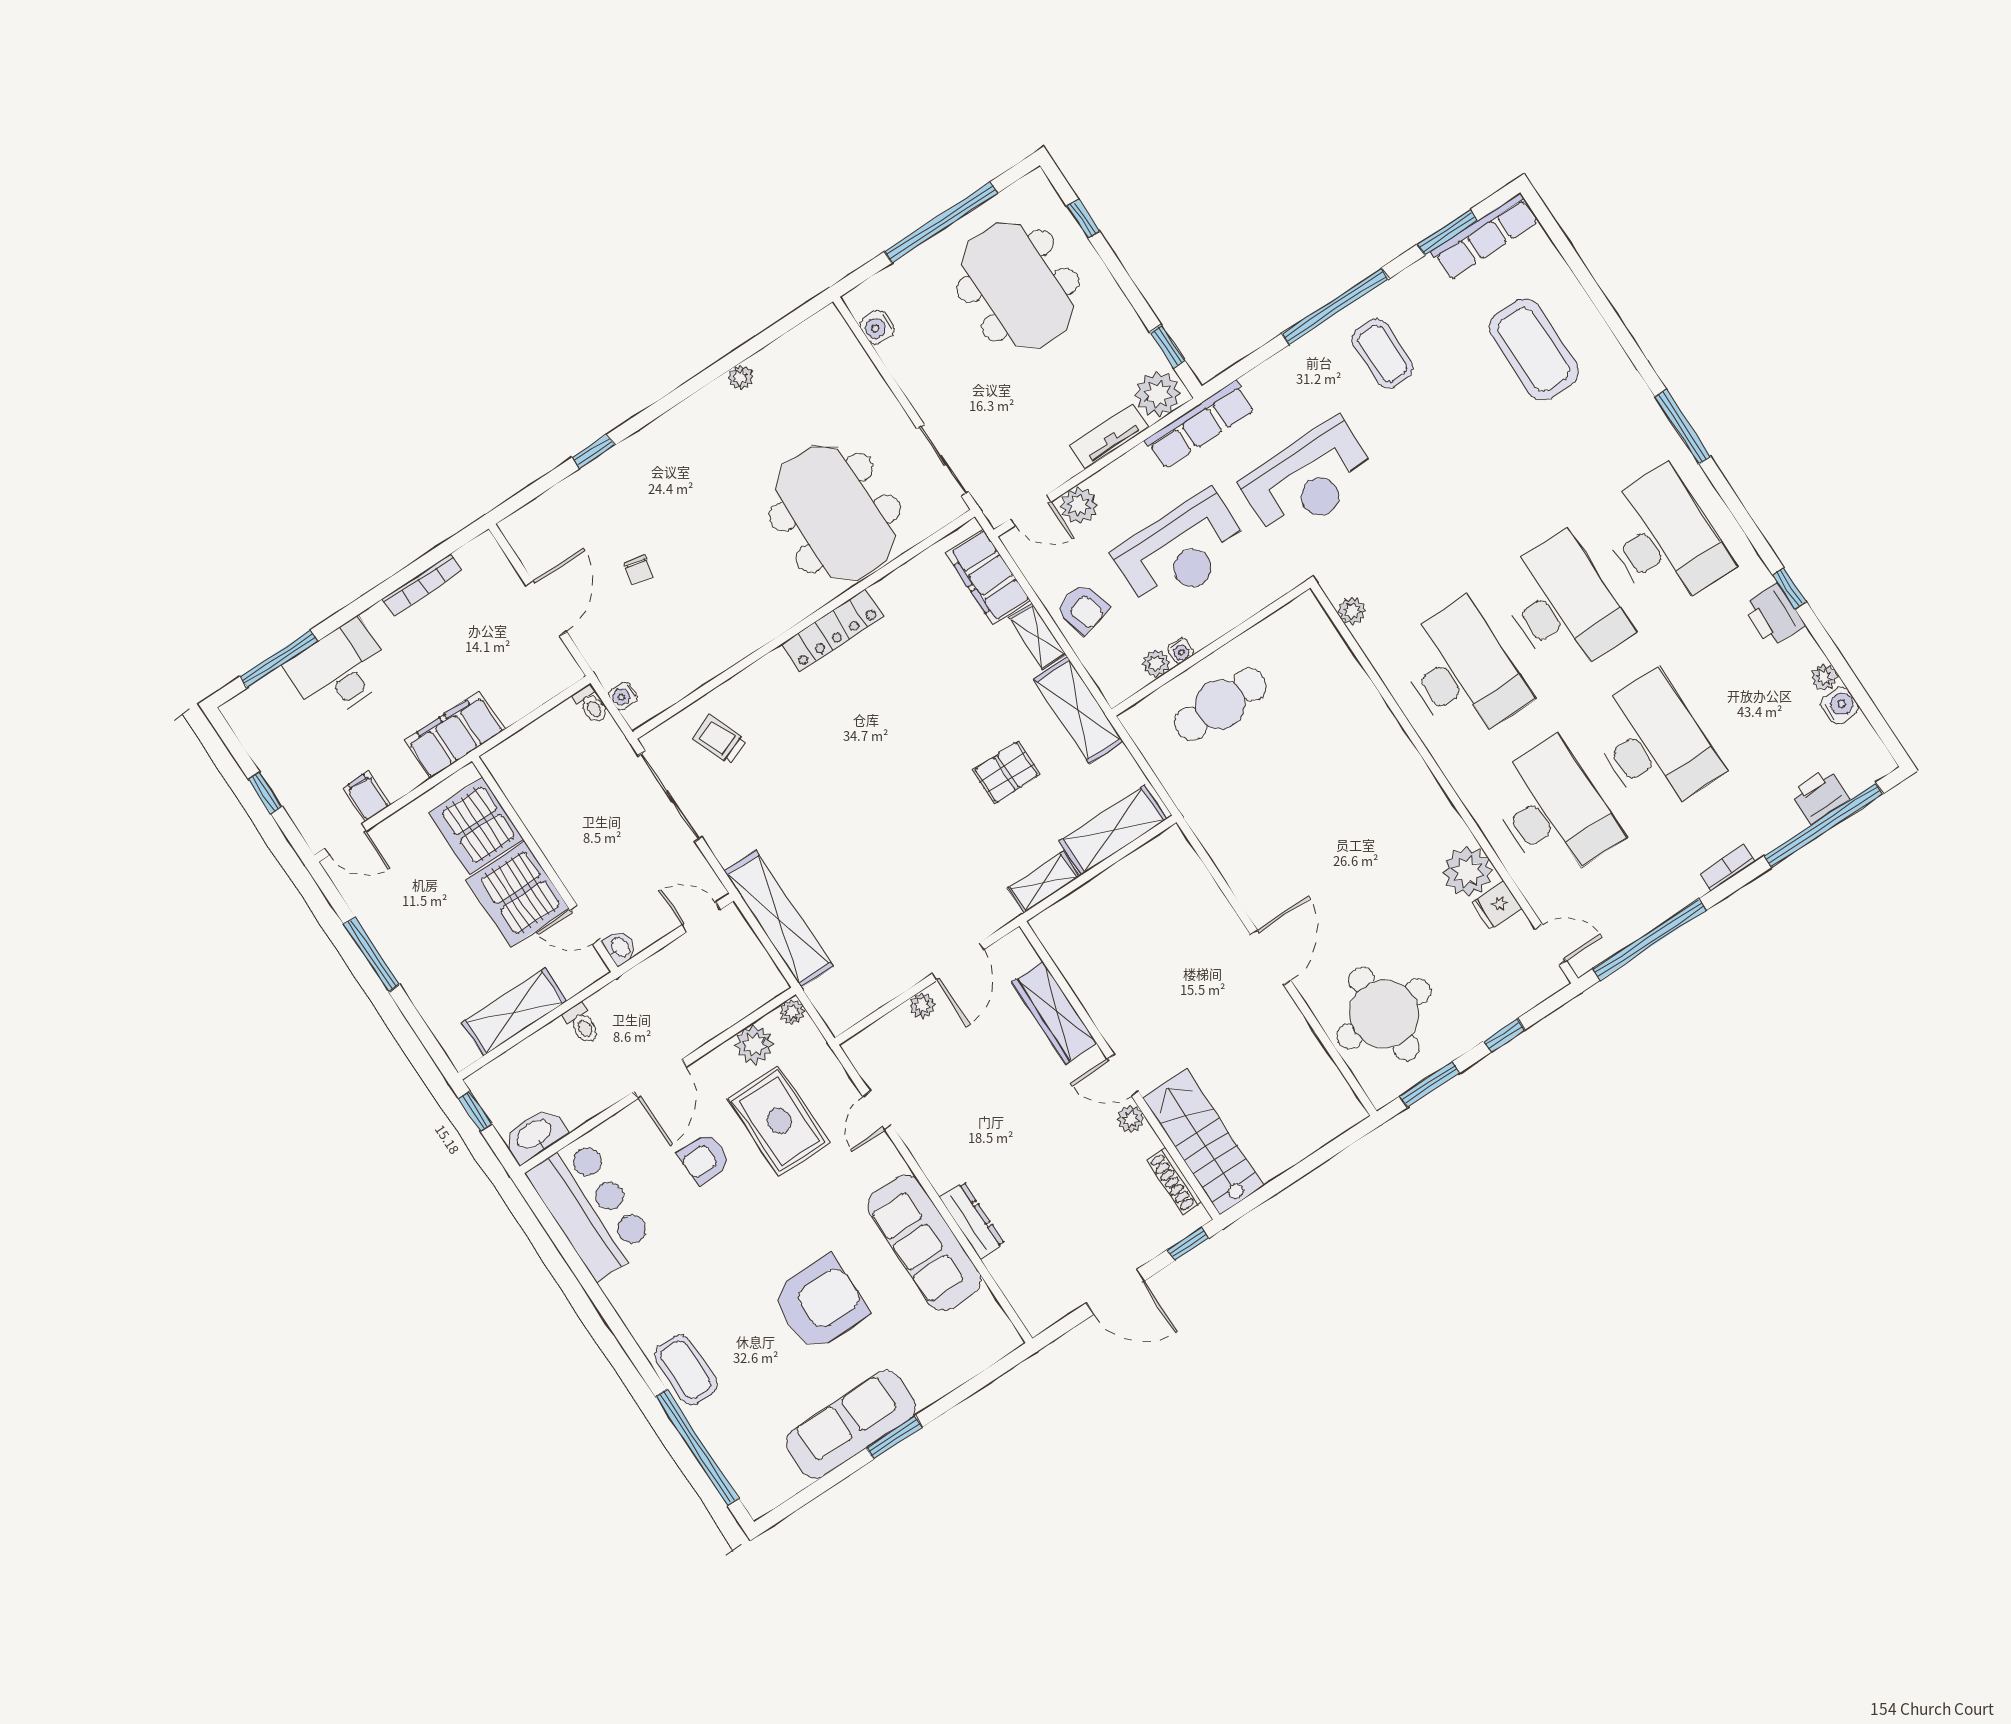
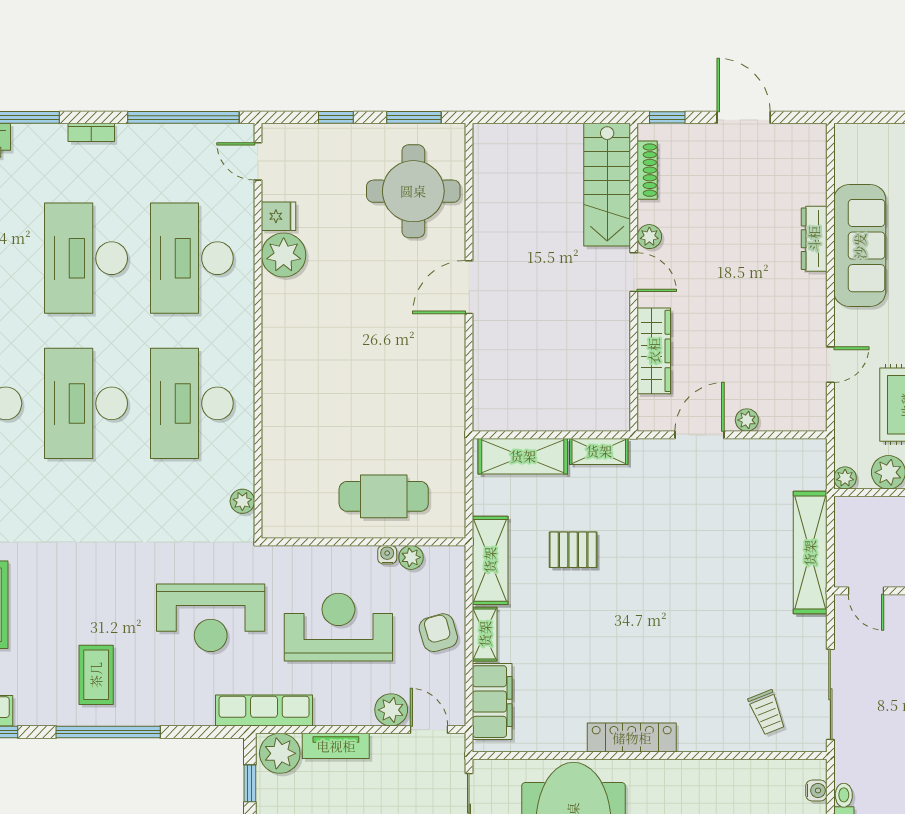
reception desk: (1309, 480) -> (211, 618), turned 180

